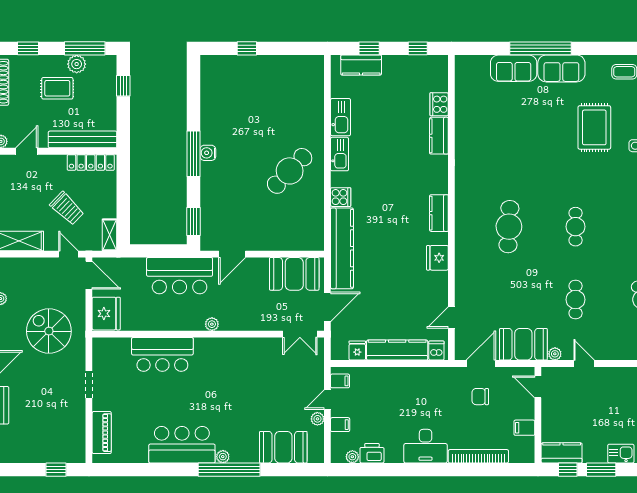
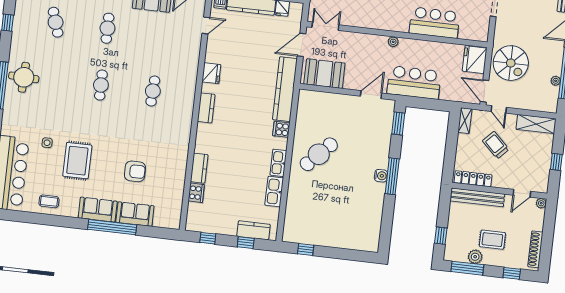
window: (247, 48) -> (306, 250), moved
armchair: (520, 122) -> (135, 171), added
cafe table: (509, 227) -> (153, 91), width x0.73, depth x0.74
spiral stairs: (49, 331) -> (511, 63), moved

